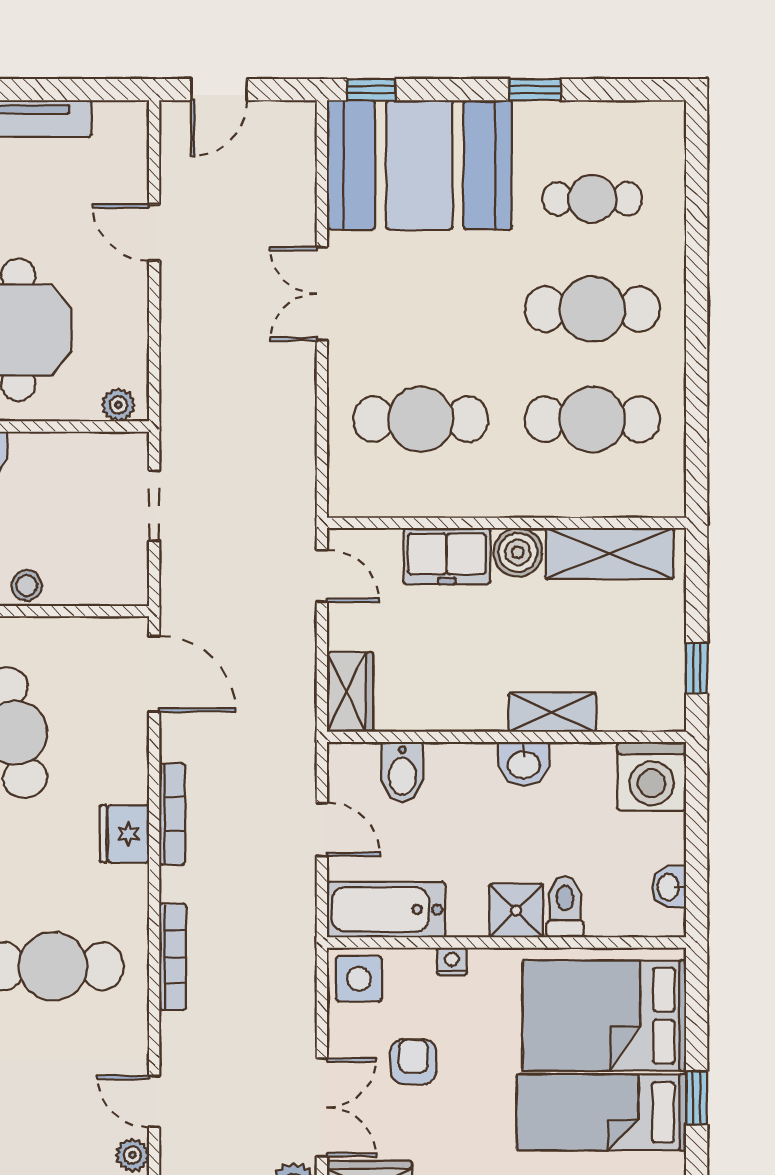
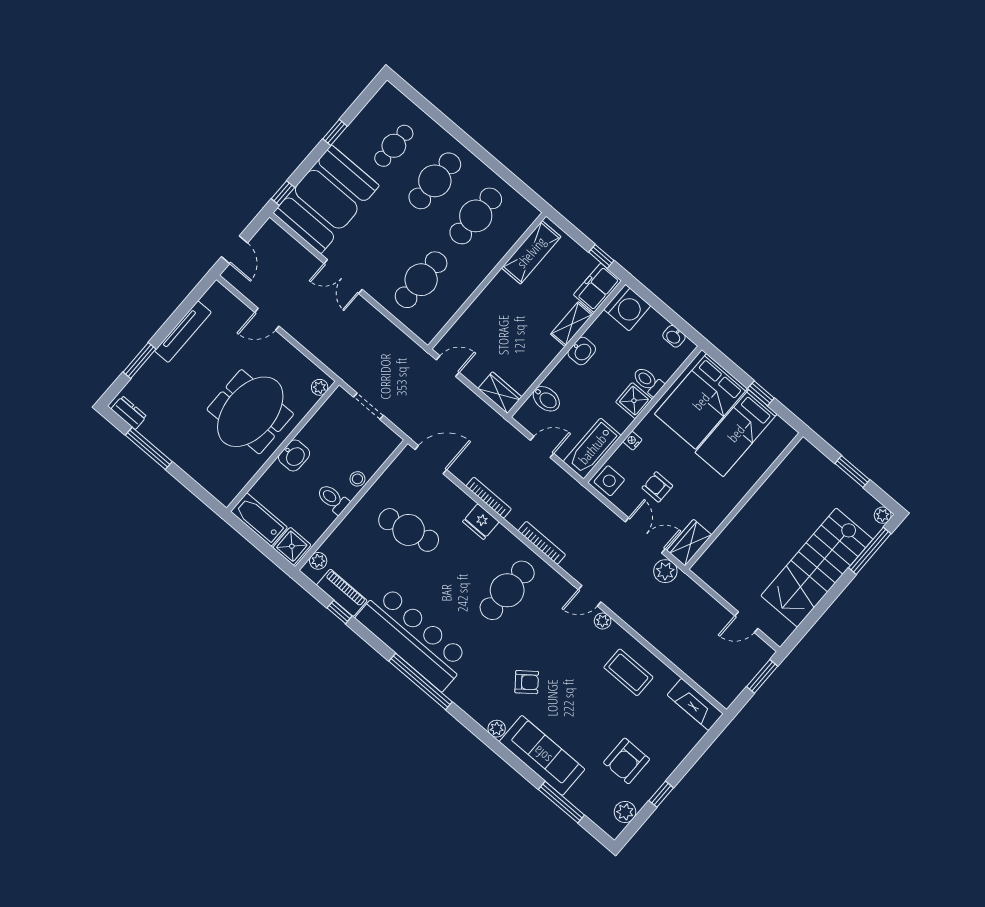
boiler: (518, 552) -> (501, 286), removed
freezer: (447, 556) -> (597, 288), moved, turned 180

